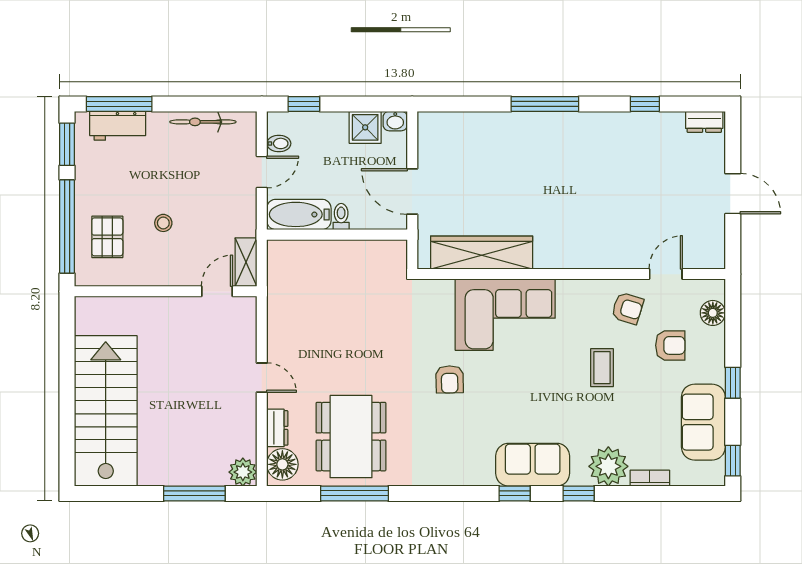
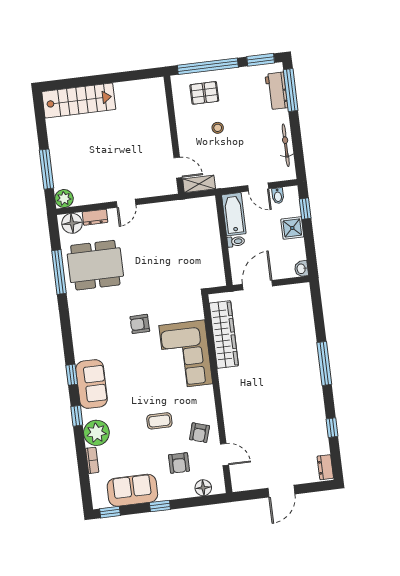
shower: (365, 127) -> (292, 228), moved
stairs: (106, 411) -> (79, 100), width x0.73, depth x0.66

